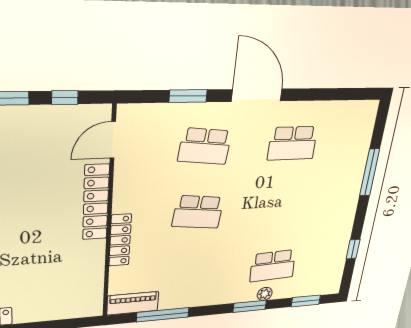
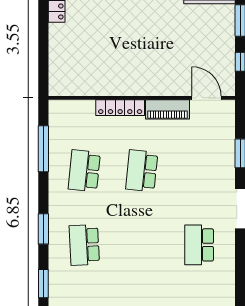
school desk: (205, 146) -> (84, 171), moved
locker: (96, 202) -> (155, 87), removed
plant: (265, 294) -> (55, 242), removed
piano: (133, 303) -> (168, 109), moved, turned 90

